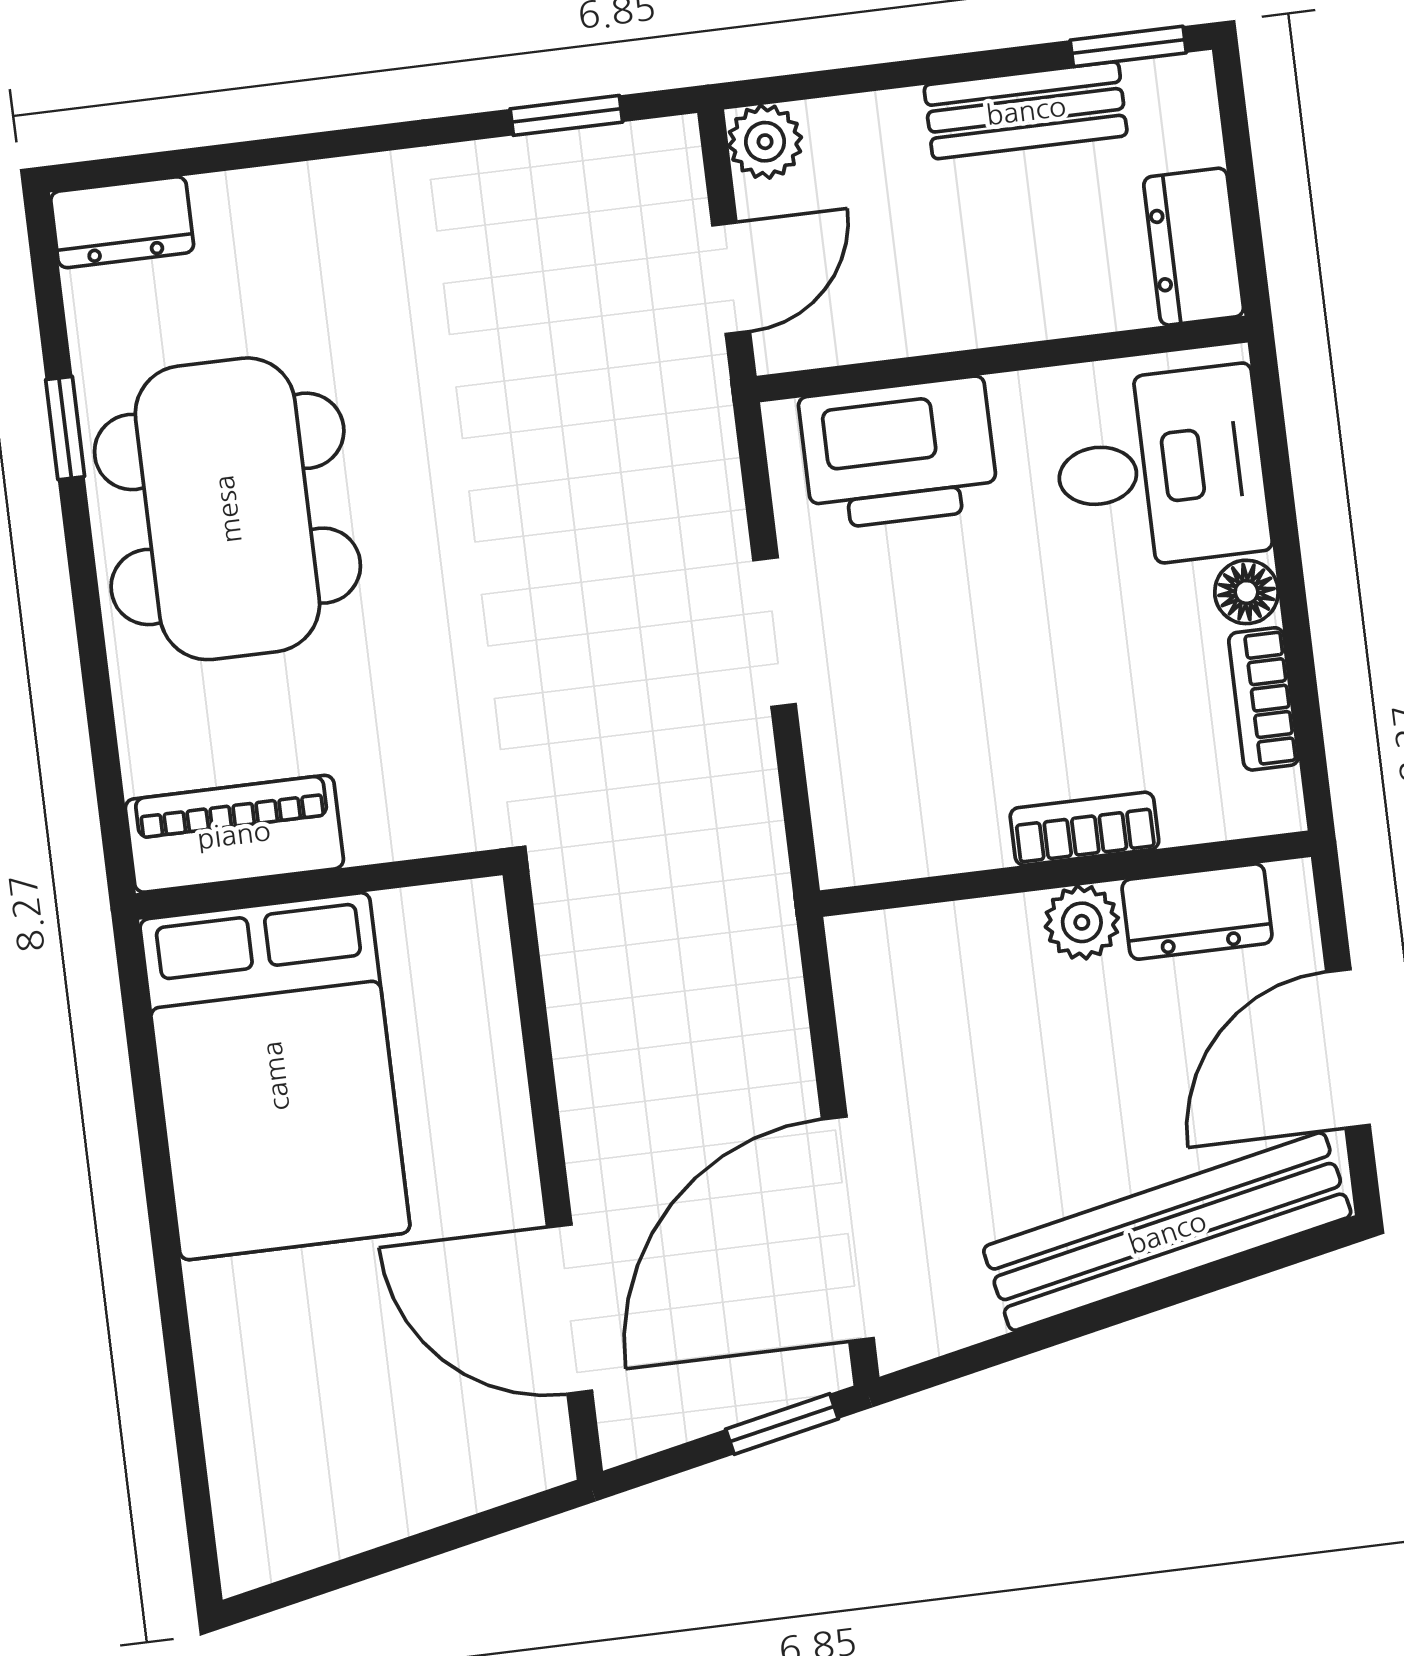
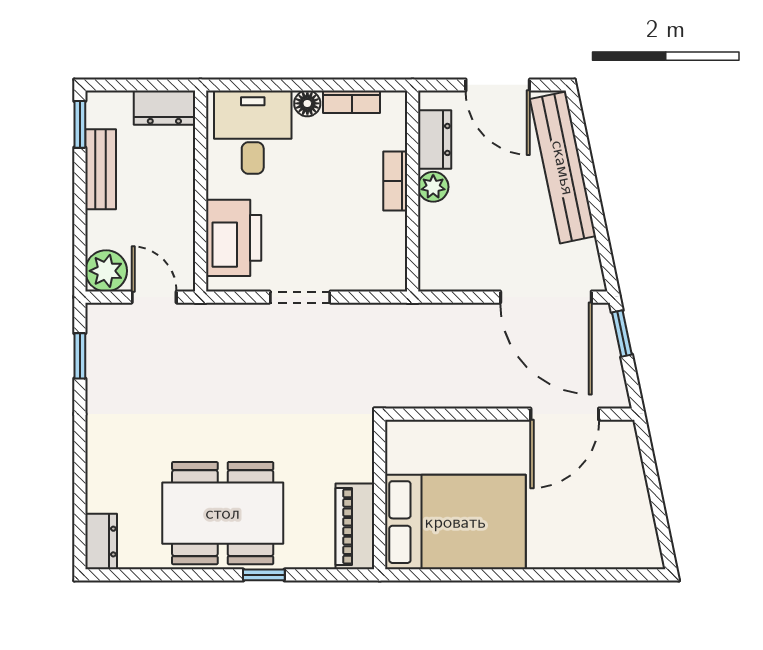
plant: (765, 142) -> (106, 271), width x1.38, depth x1.38
window: (65, 428) -> (264, 575), moved

